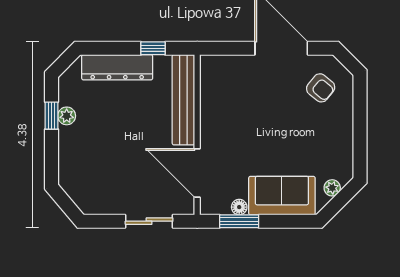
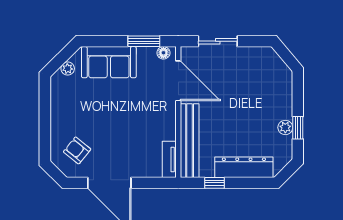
tv unit: (208, 77) -> (169, 159), added
floor lamp: (239, 207) -> (163, 53), moved

